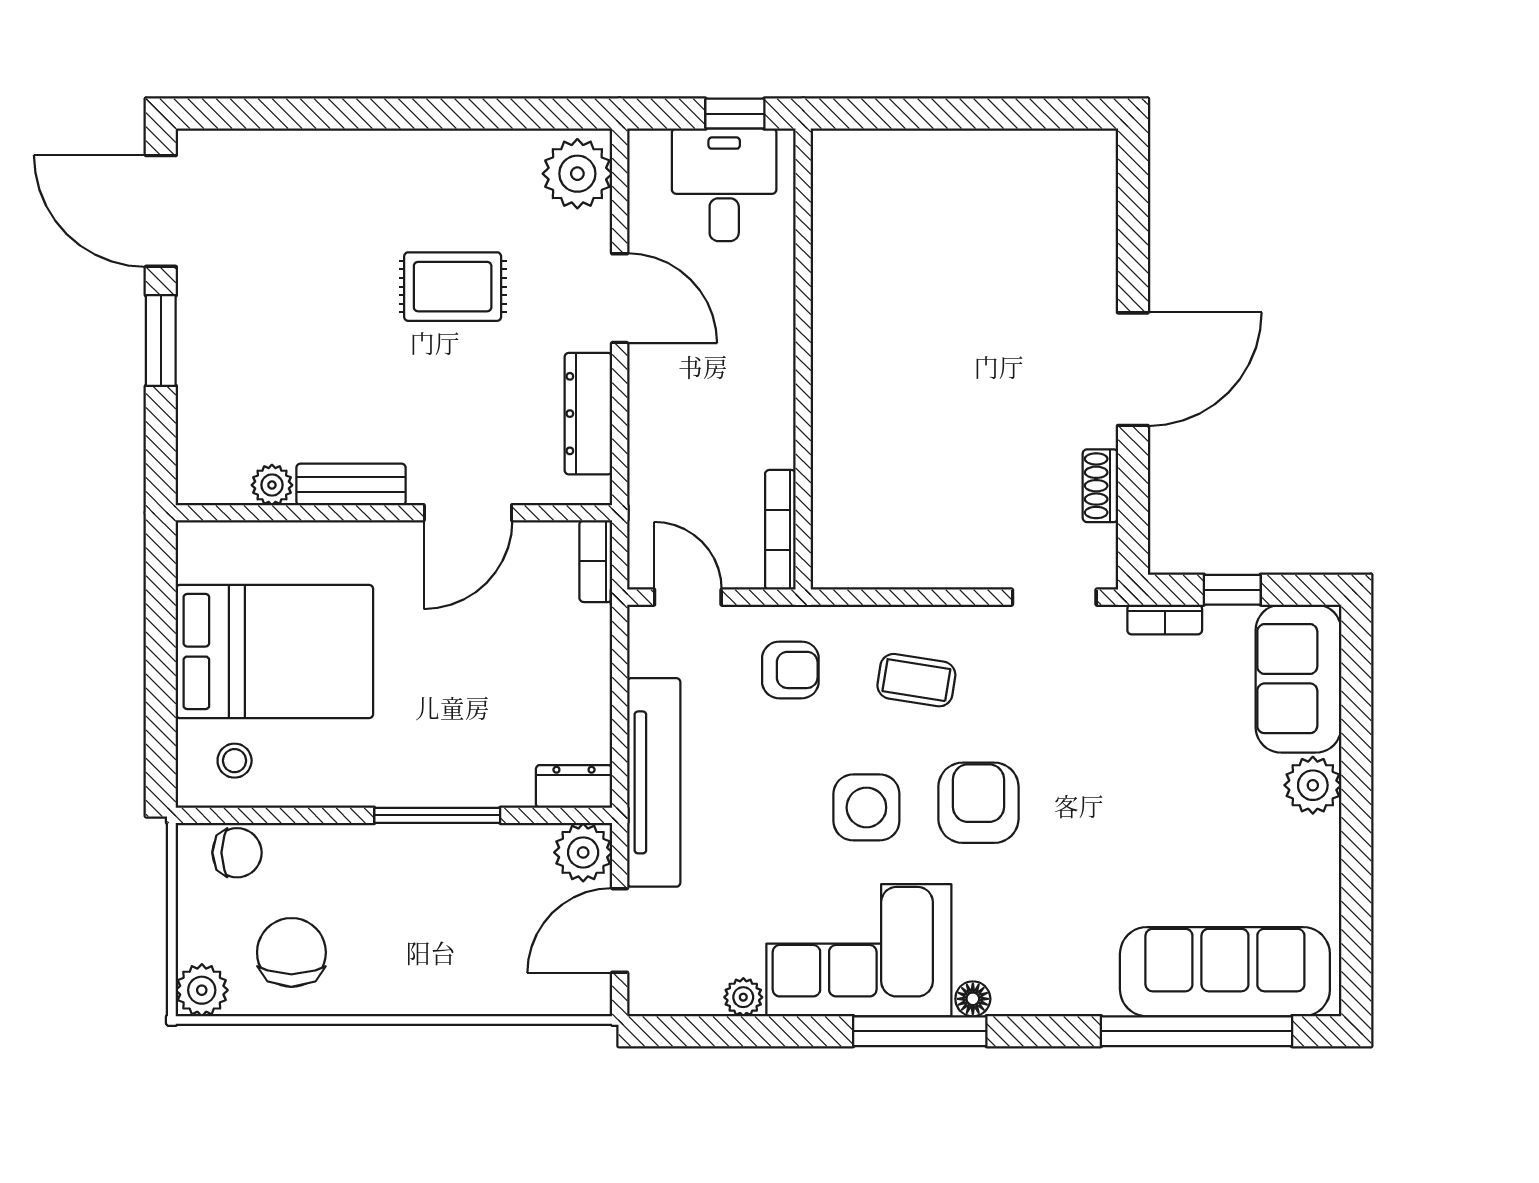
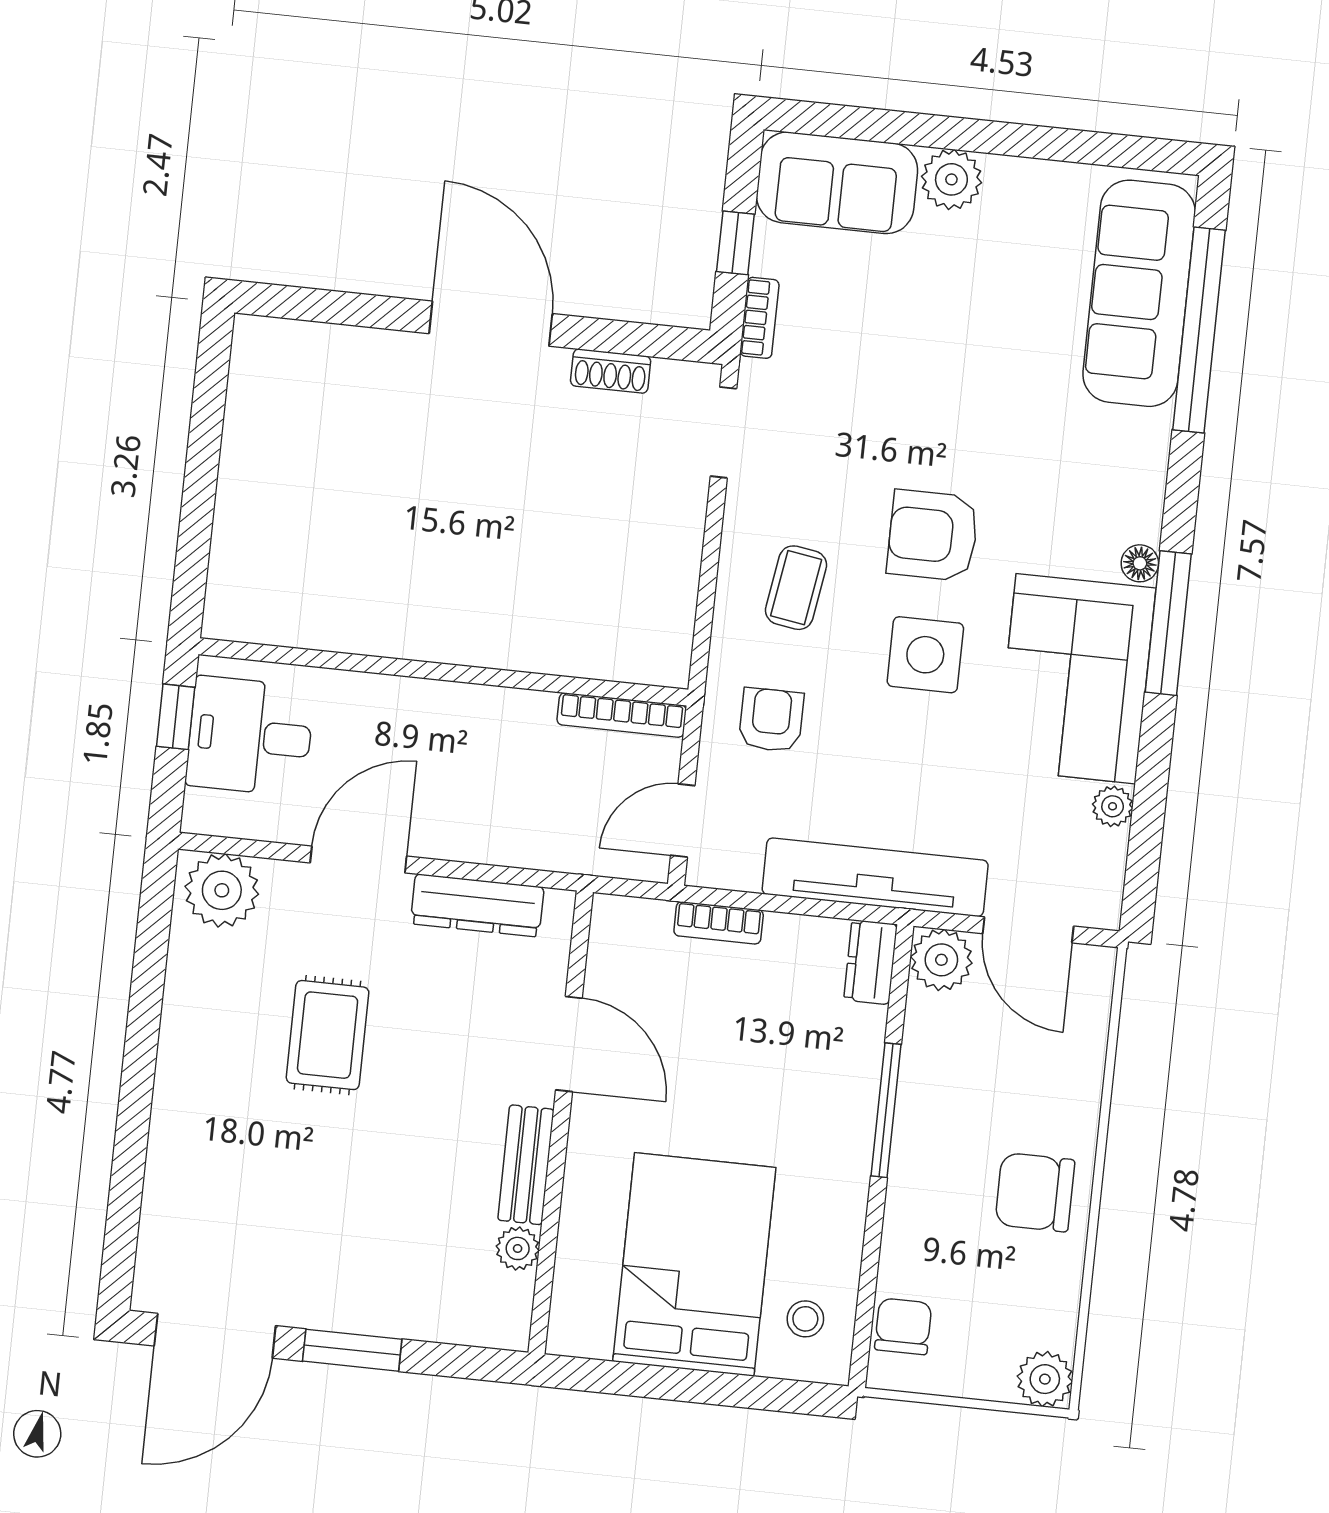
bookcase: (596, 561) -> (719, 923), moved
chair: (291, 952) -> (1035, 1192), moved

